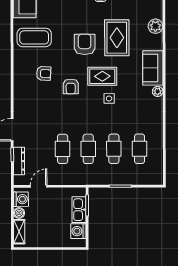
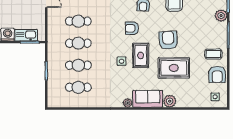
plant: (155, 26) -> (170, 101), moved
armchair: (85, 44) -> (168, 40), turned -94

